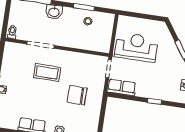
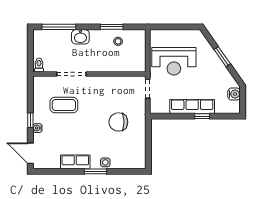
reception desk: (136, 47) -> (174, 61), turned 180
coffee table: (47, 72) -> (64, 105), moved
row of seats: (122, 87) -> (192, 106), moved, width x1.48

